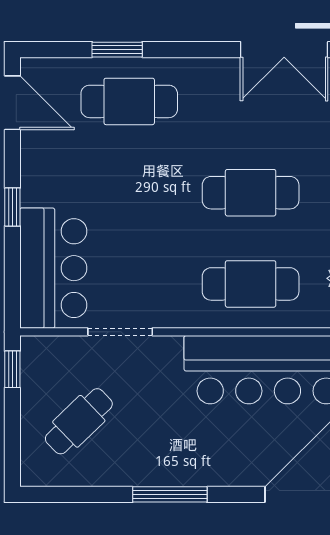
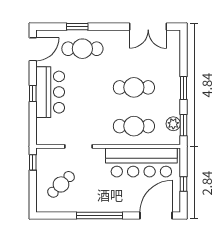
door: (12, 103) -> (33, 49), hinge flipped
bar counter: (53, 268) -> (50, 92), moved
window: (170, 494) -> (100, 215), width x1.46

